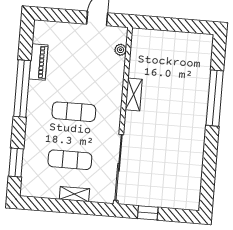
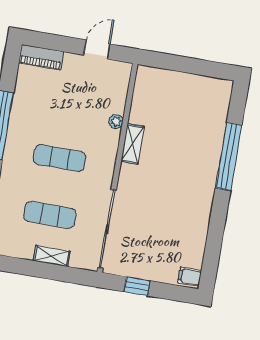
plant: (121, 50) -> (116, 122), moved
piano: (39, 62) -> (41, 57), moved, turned 90
filing cabinet: (191, 201) -> (190, 277), added

